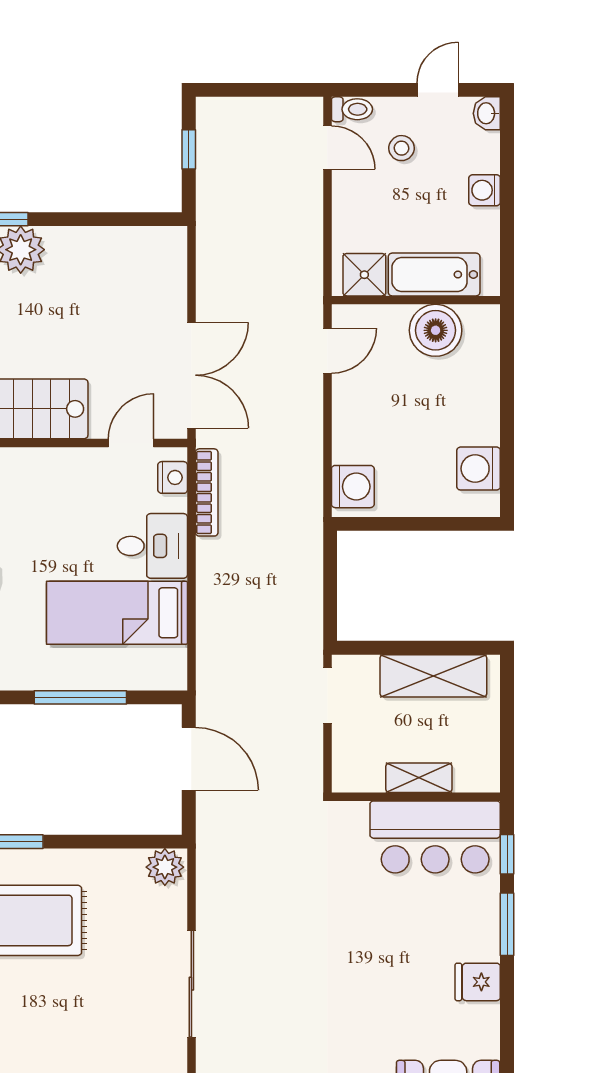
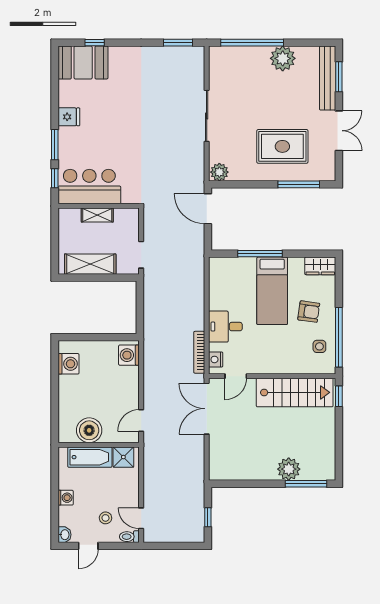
bed: (117, 613) -> (272, 291), moved, turned 90
door: (189, 759) -> (208, 209), moved

